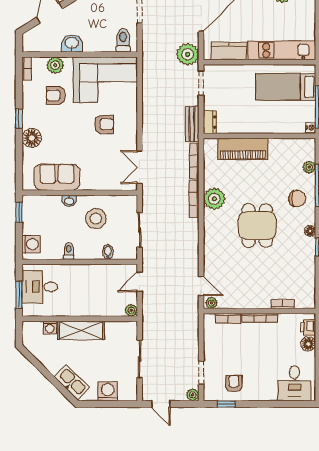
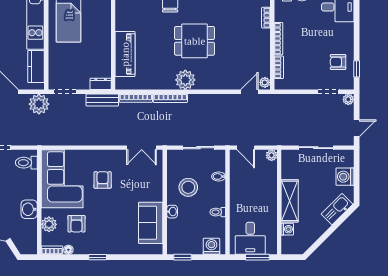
floor lamp: (32, 138) -> (68, 250), moved, width x0.53, depth x0.53
plant: (214, 199) -> (185, 80), moved

